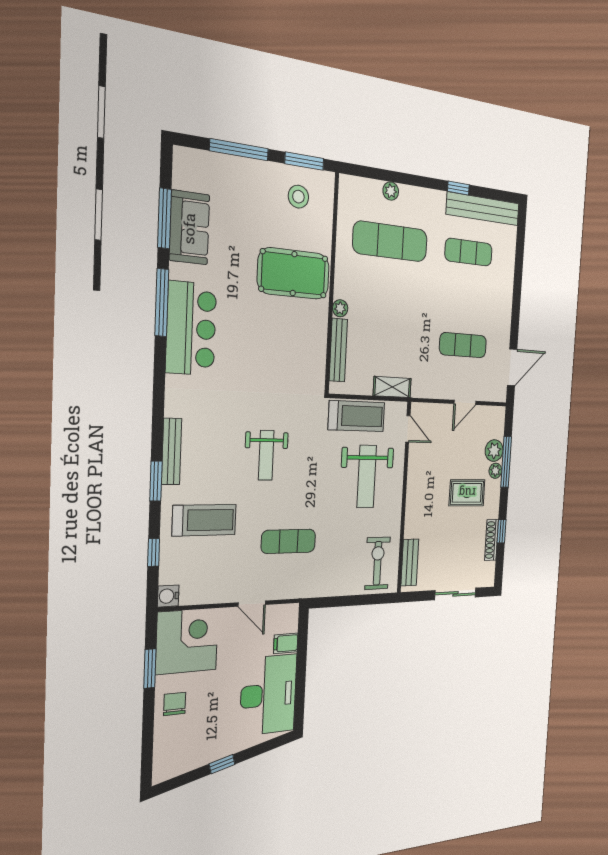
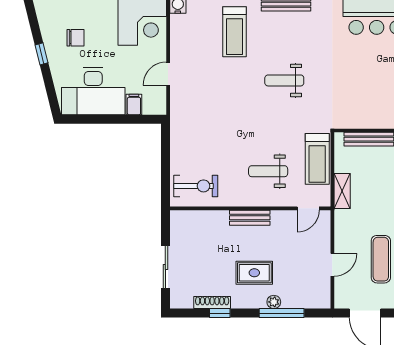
door: (465, 402) -> (332, 265), swing flipped
plant: (494, 451) -> (292, 299), removed
weight bench: (367, 477) -> (268, 171), width x0.73, depth x0.75
rug: (467, 493) -> (254, 273), turned 90
exercise mat: (288, 541) -> (216, 103), removed
bench: (410, 562) -> (250, 218), moved
chair: (175, 704) -> (75, 38), moved

